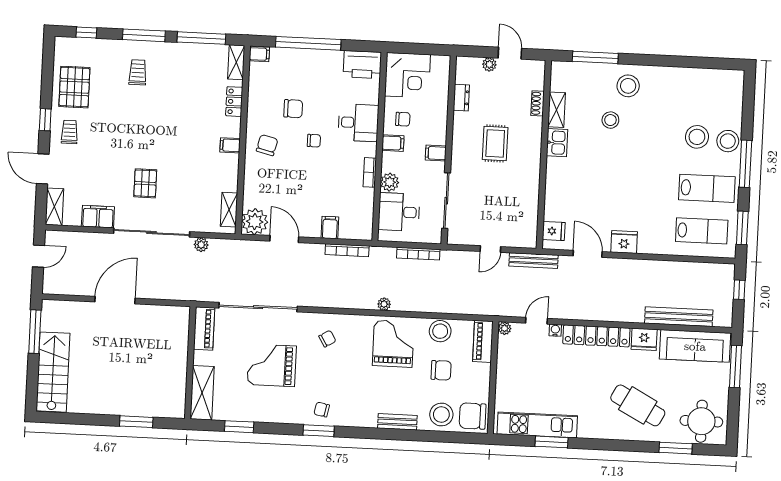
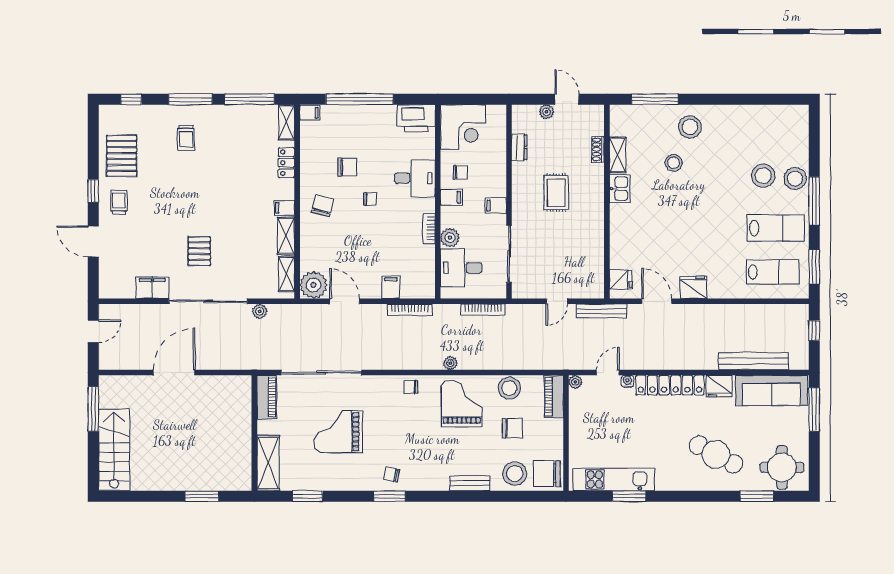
trolley: (138, 72) -> (186, 138), turned 180
shelving: (54, 207) -> (286, 236), moved
chair: (327, 339) -> (411, 387), moved, turned -149

